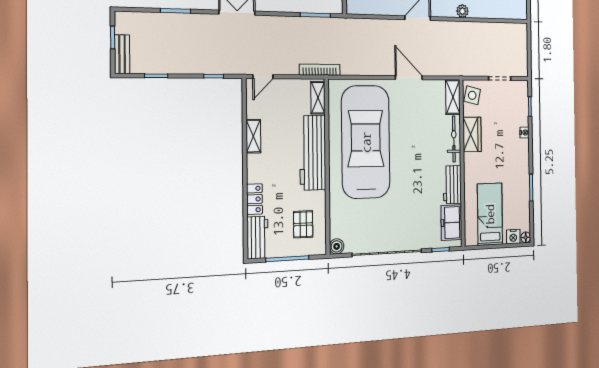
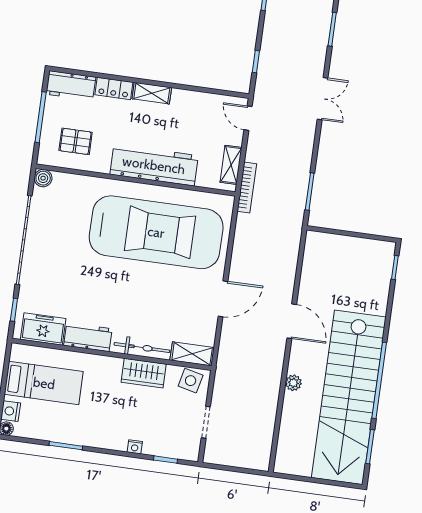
shelving: (318, 98) -> (231, 165), moved, turned 90
shelving: (253, 136) -> (152, 93), moved

